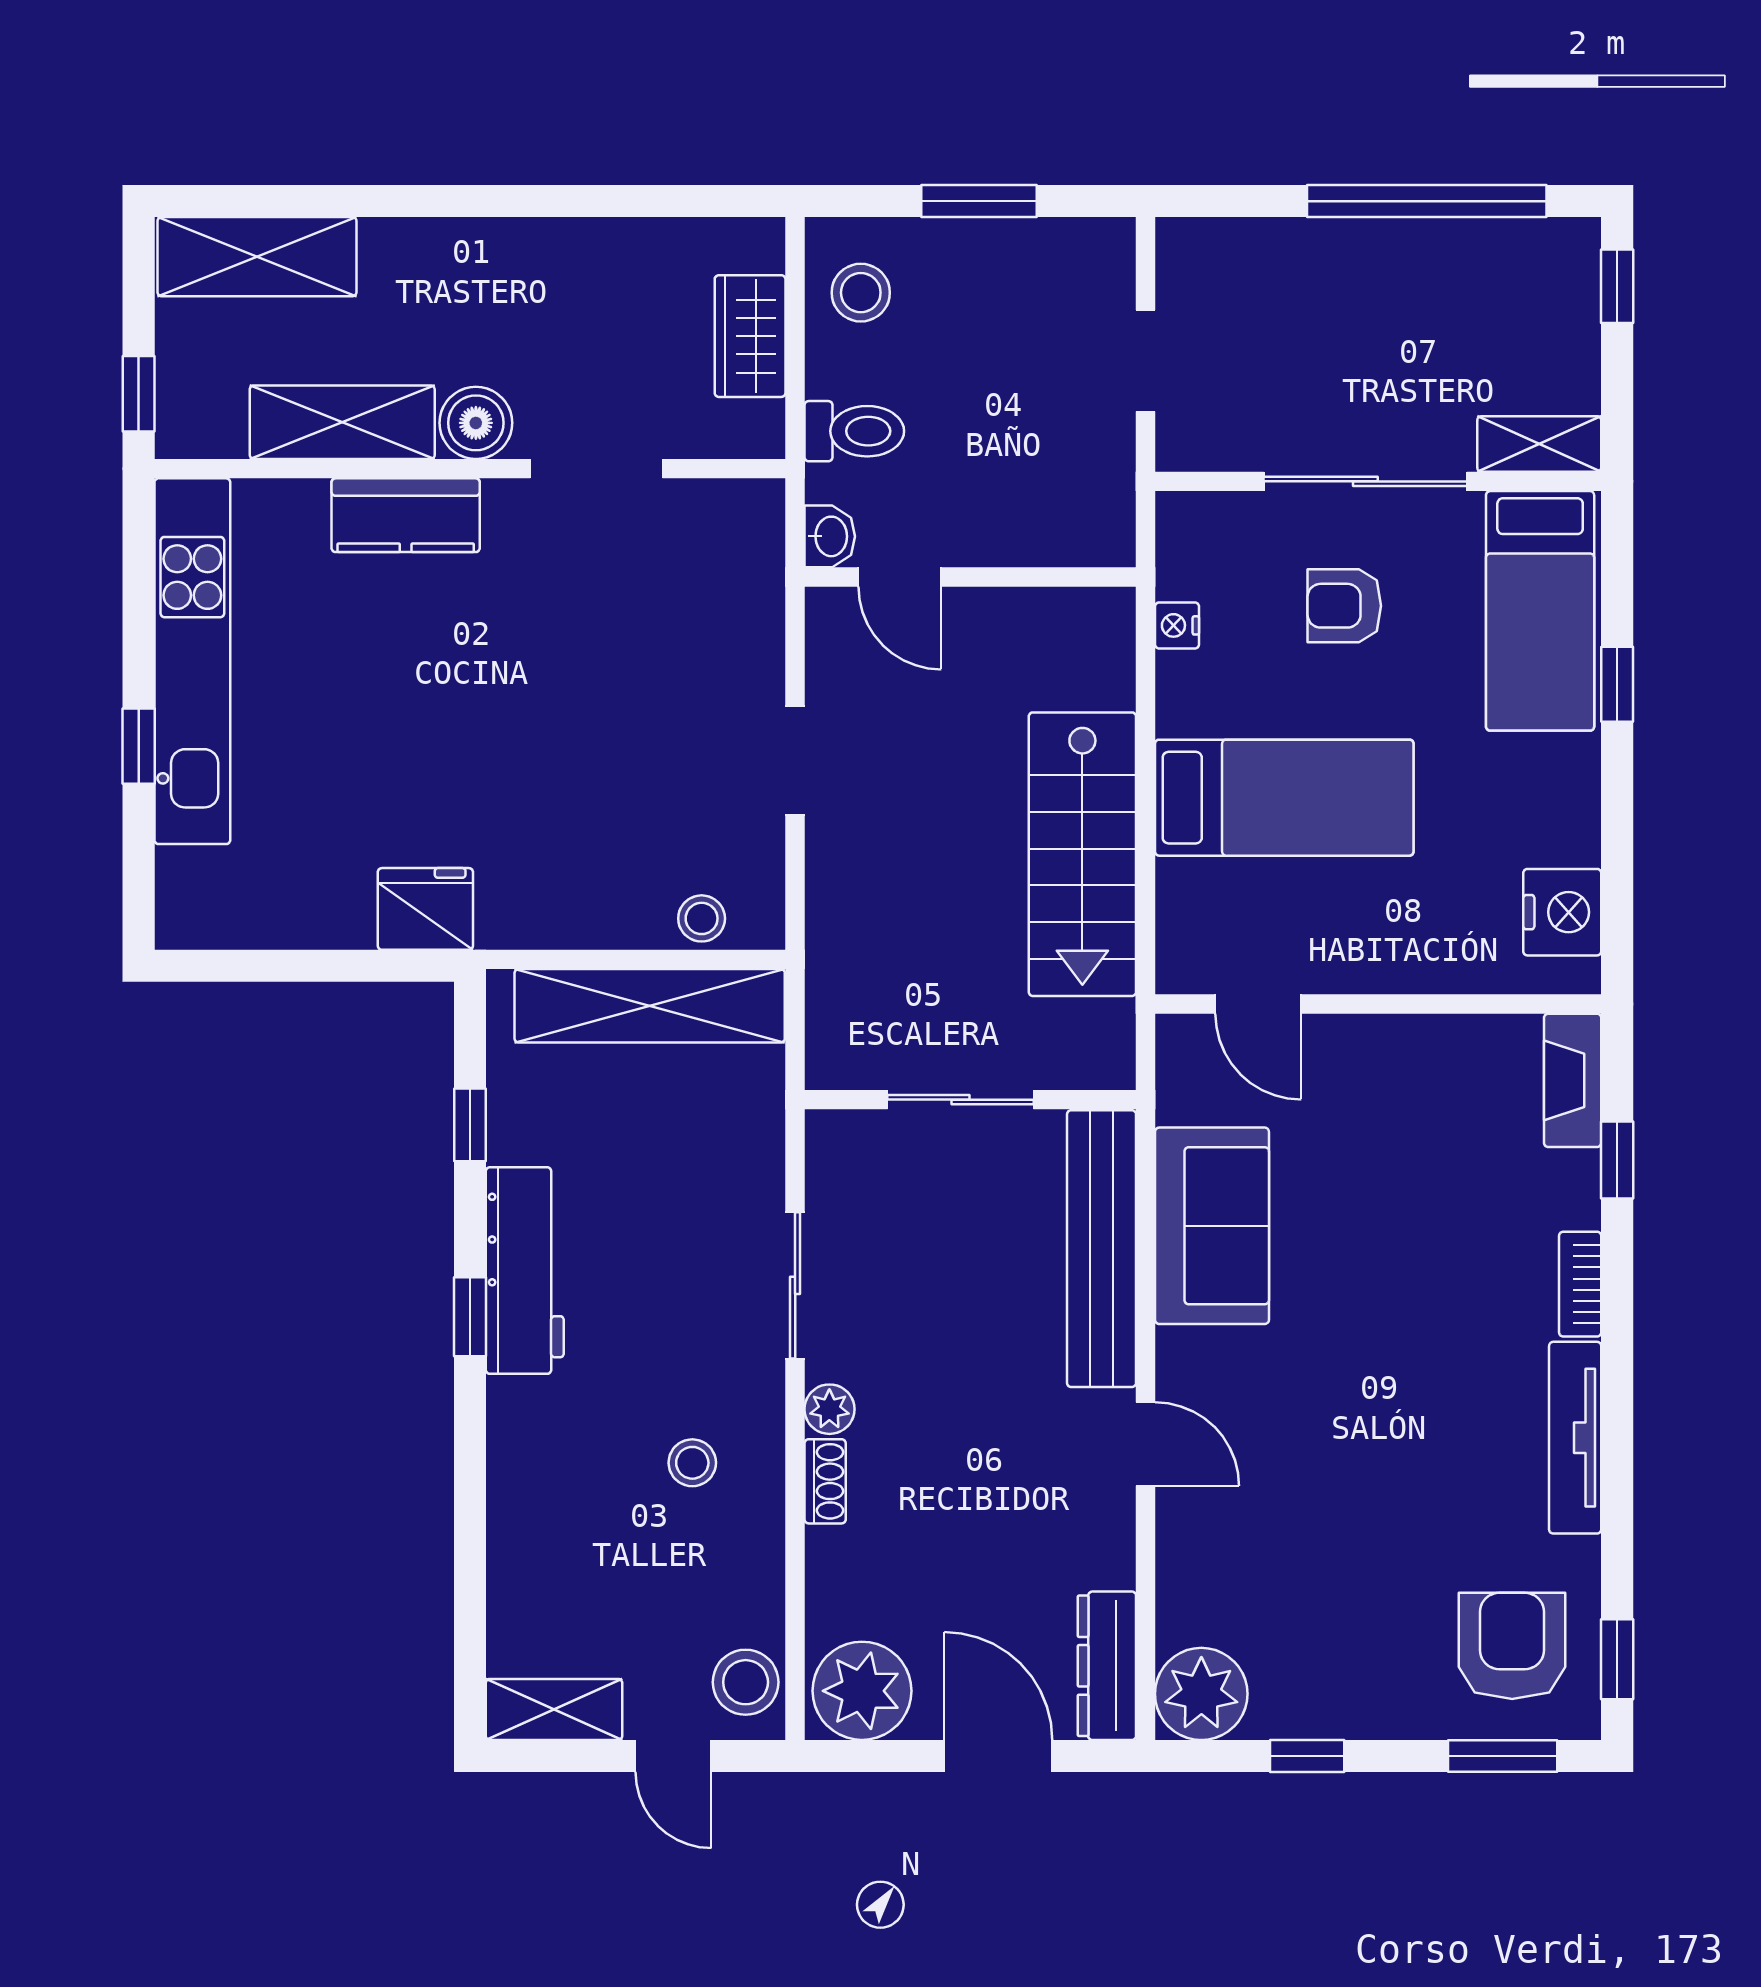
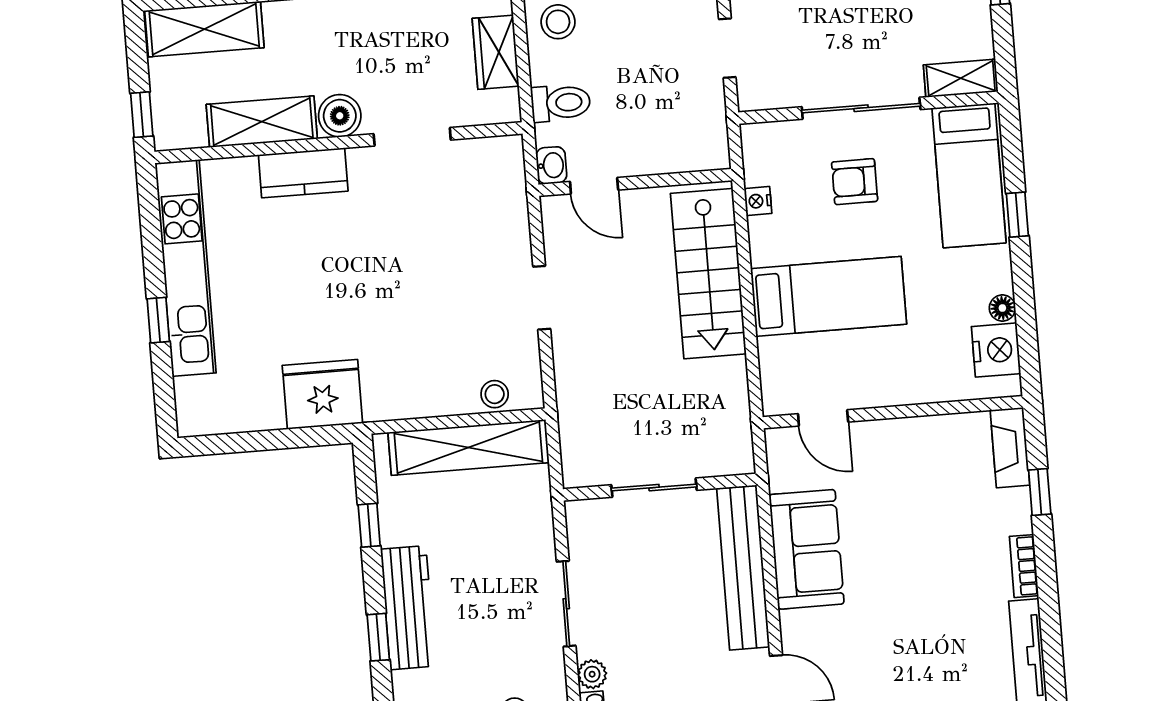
floor lamp: (1579, 841) -> (1002, 308), added
stairs: (1082, 854) -> (708, 274), moved
fridge: (425, 909) -> (322, 394), width x1.36, depth x1.34

